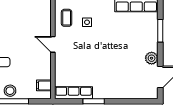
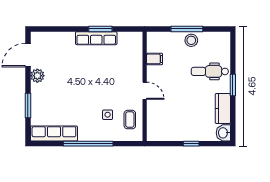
filing cabinet: (44, 85) -> (154, 59), moved
row of seats: (74, 93) -> (96, 38), moved

